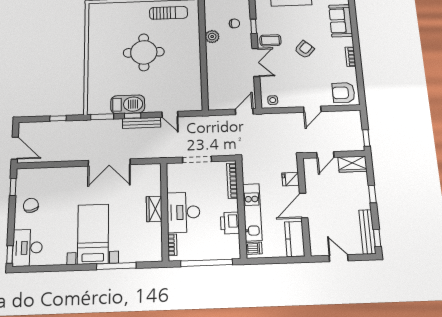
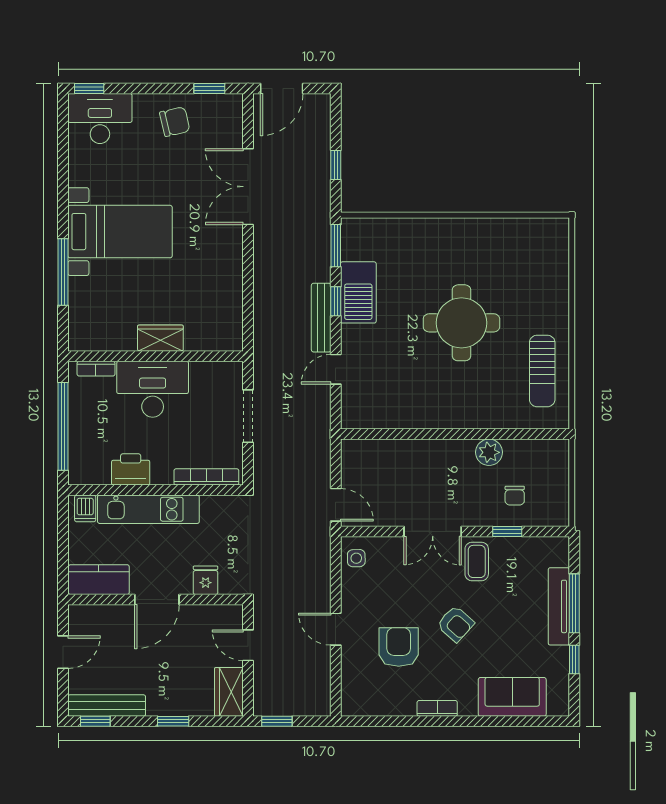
armchair: (343, 93) -> (399, 647), moved
double door: (109, 163) -> (248, 187), moved
door: (304, 206) -> (157, 600), swing flipped

